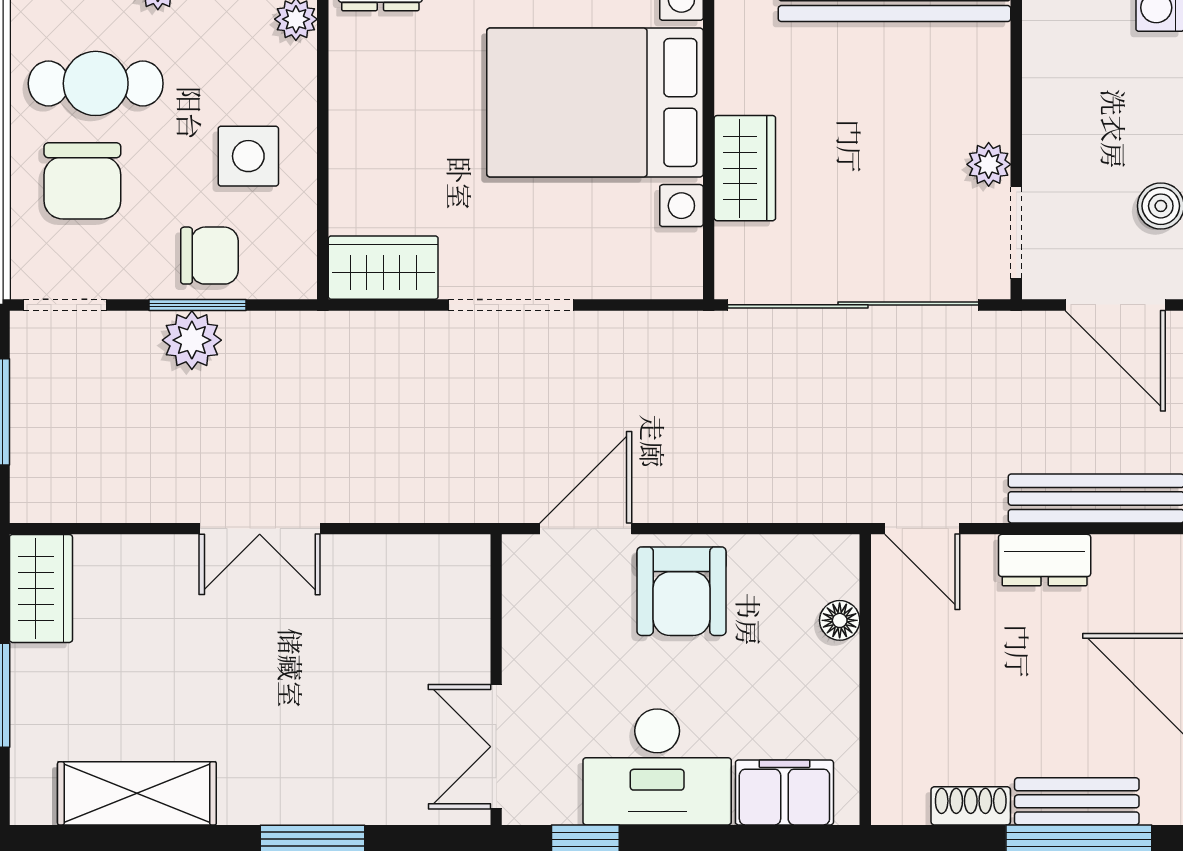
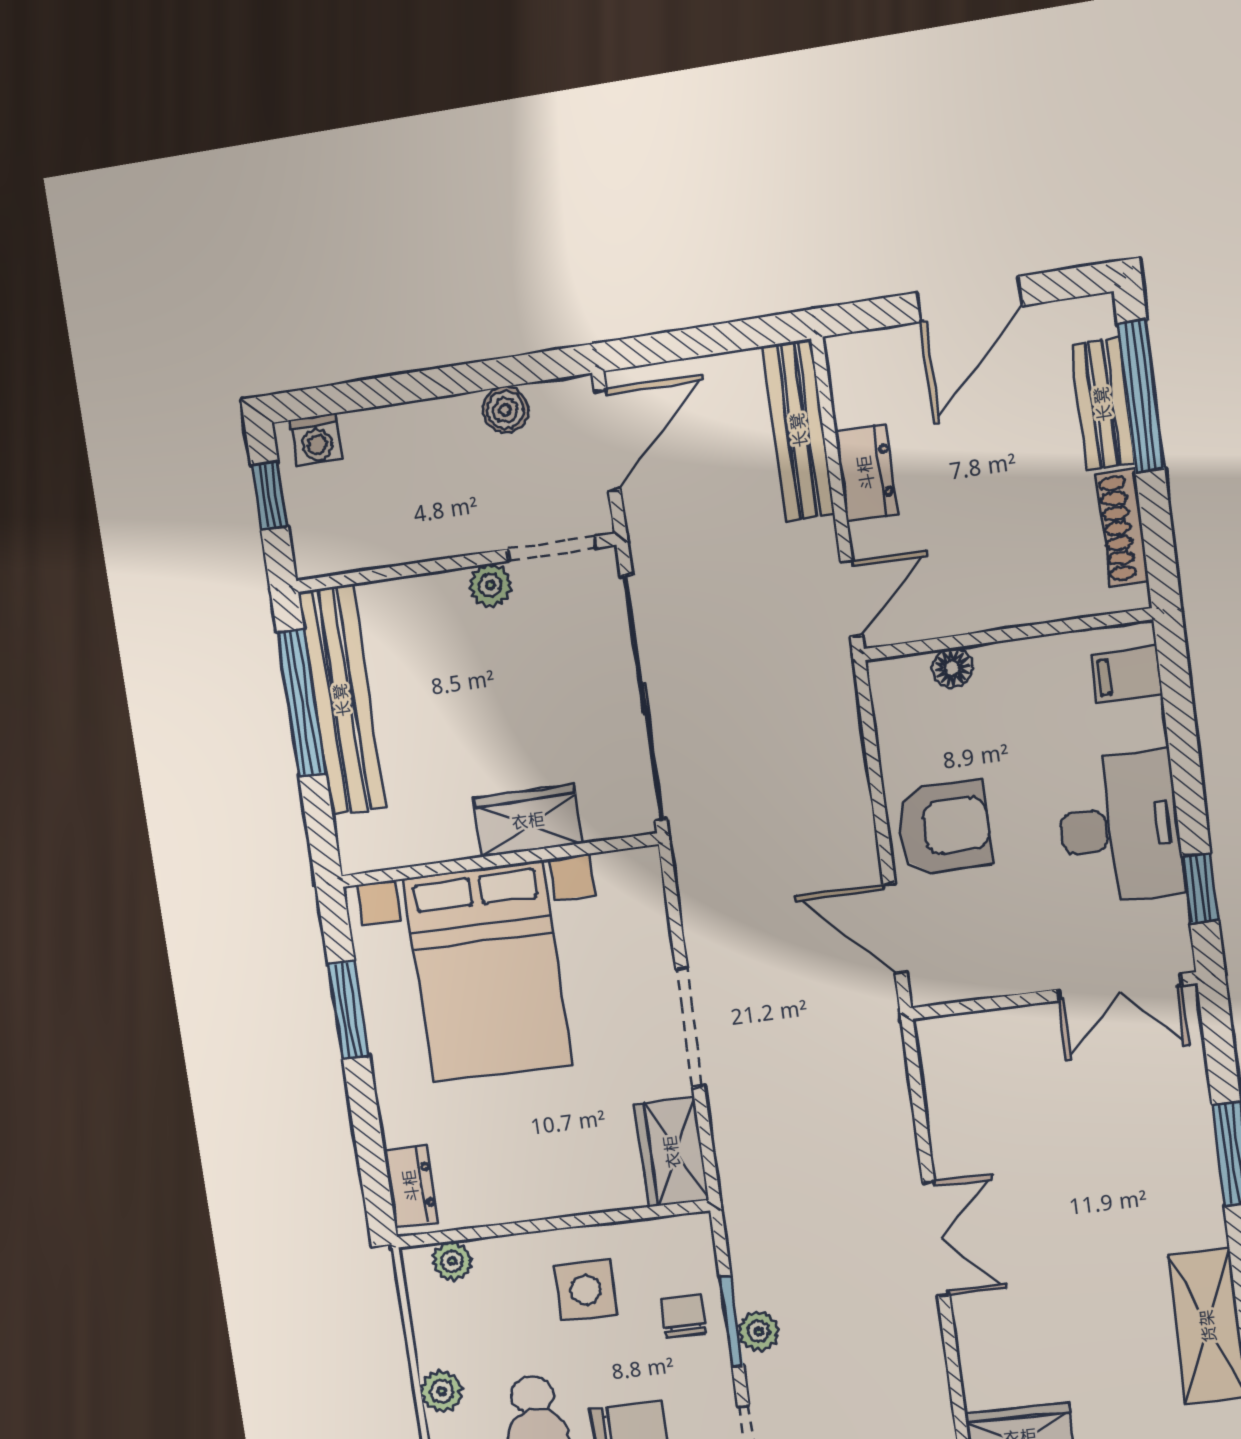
chair: (209, 256) -> (684, 1316), width x0.73, depth x0.73
plant: (192, 340) -> (759, 1331), width x0.73, depth x0.73
filing cabinet: (784, 792) -> (1127, 674), width x0.50
shoe rack: (971, 806) -> (1123, 528), width x1.43

